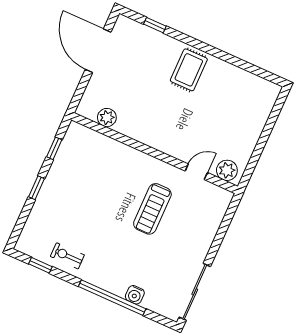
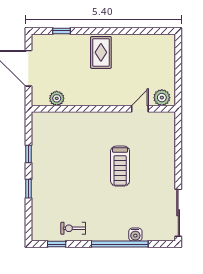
plant: (107, 118) -> (57, 98), moved
wall: (155, 153) -> (103, 109), moved
plant: (227, 170) -> (162, 98), moved
door: (196, 172) -> (140, 109), moved

